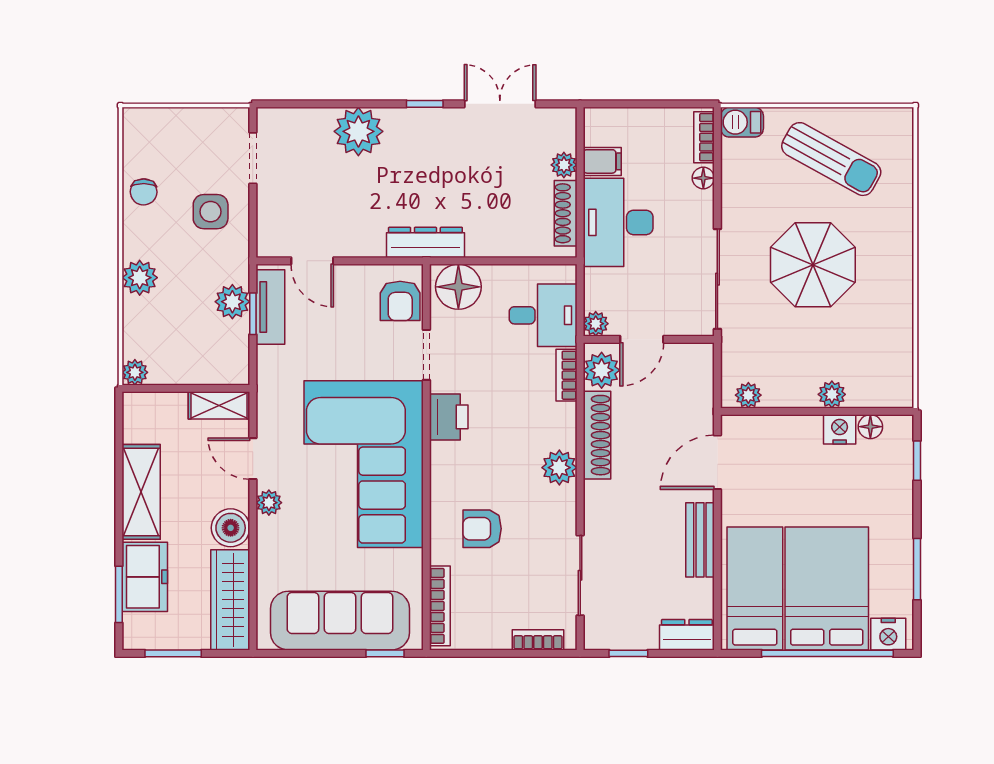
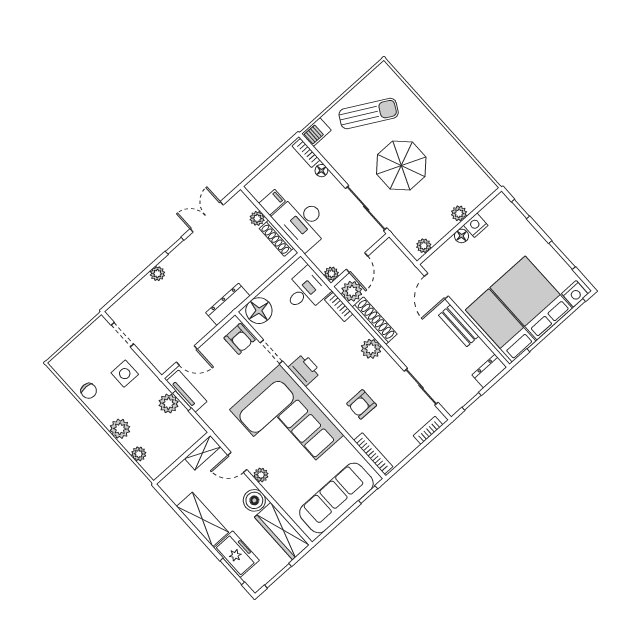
plant: (358, 131) -> (157, 274), width x0.53, depth x0.53
plant: (135, 372) -> (139, 454), moved
floor lamp: (870, 427) -> (462, 236), moved

